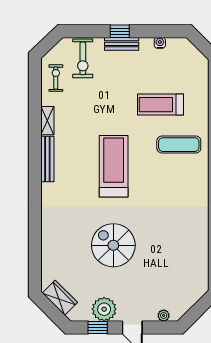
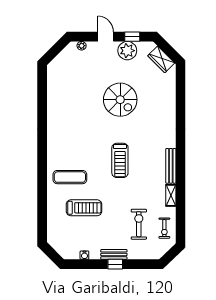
exercise bike: (83, 58) -> (139, 224), moved
treadmill: (114, 166) -> (120, 160), width x0.73, depth x0.73

